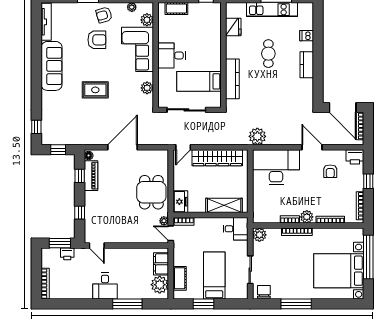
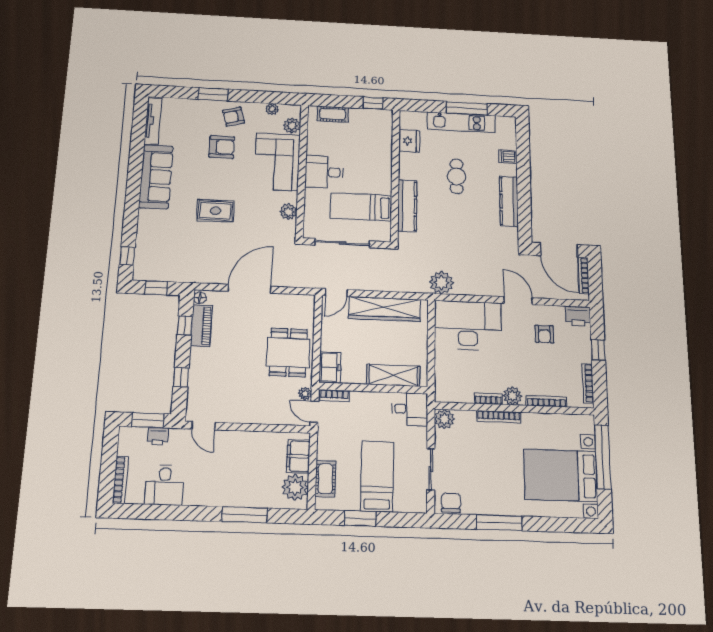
kitchen counter: (307, 65) -> (509, 201), width x1.50
desk: (105, 286) -> (165, 485), moved

